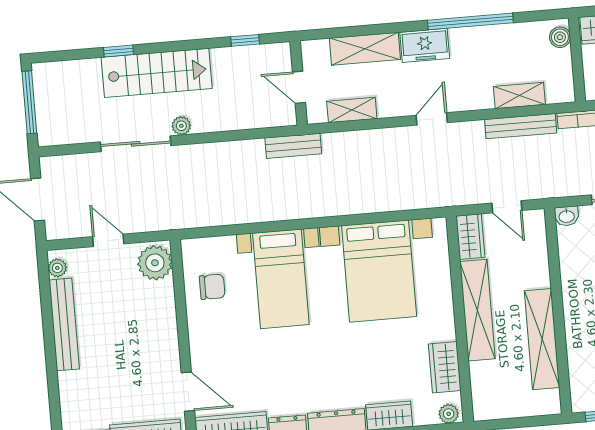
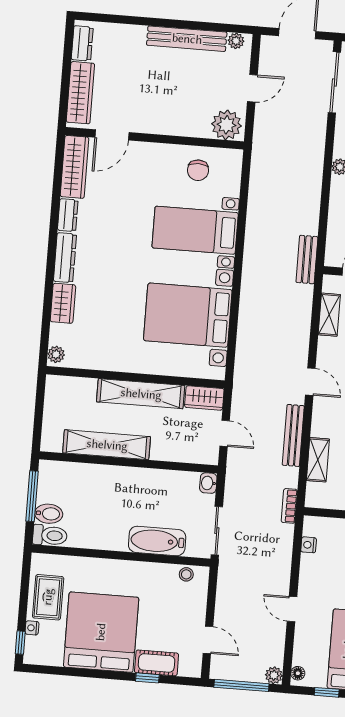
bench: (521, 126) -> (293, 435), moved
sliding door: (136, 144) -> (334, 82), moved
door: (507, 207) -> (225, 433), swing flipped
wardrobe: (445, 367) -> (96, 358), removed

